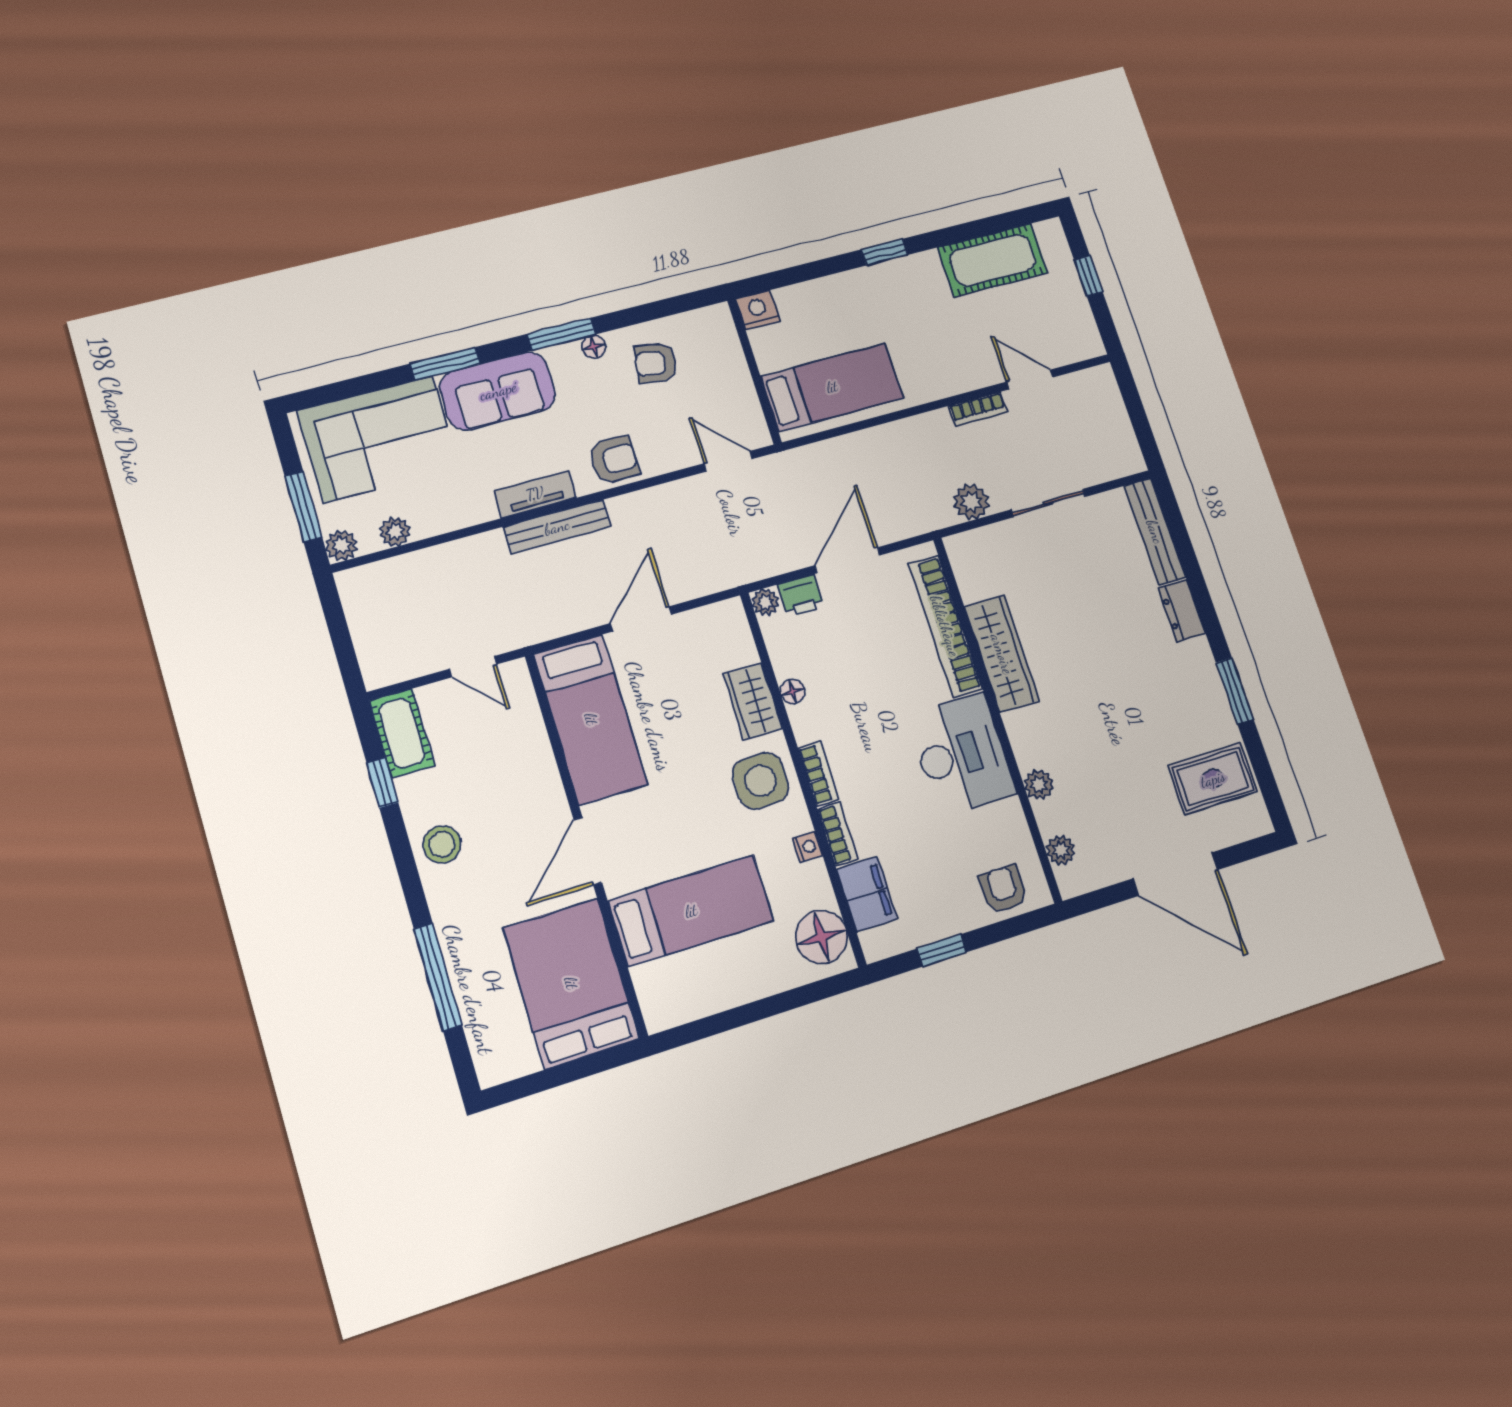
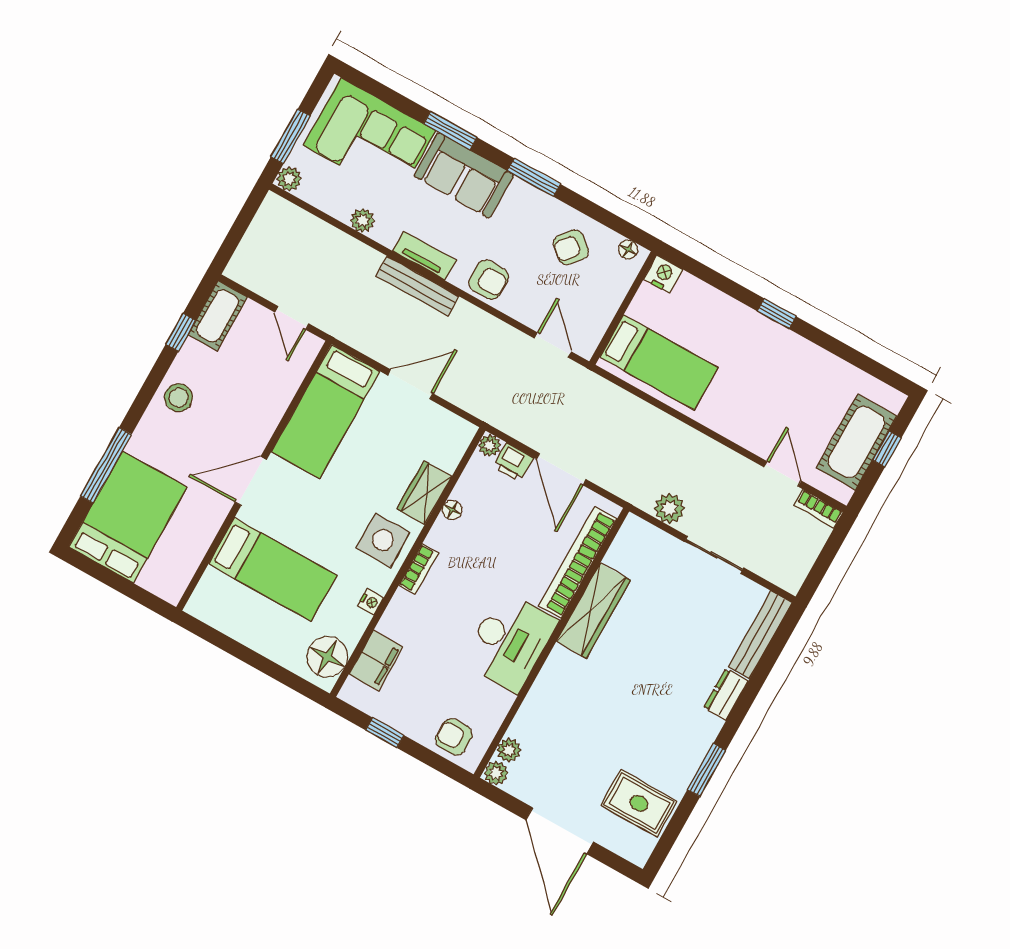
cot: (993, 260) -> (856, 442), moved, turned 90
floor lamp: (594, 347) -> (628, 249), moved
armchair: (656, 363) -> (571, 247), turned -58
bookcase: (978, 409) -> (819, 509), moved
plant: (395, 531) -> (362, 220), moved
door: (848, 560) -> (561, 469), swing flipped
plant: (1039, 785) -> (496, 773), moved
bookcase: (838, 834) -> (394, 612), removed
armchair: (1003, 889) -> (454, 737), turned -90
bed: (571, 983) -> (128, 517), moved

